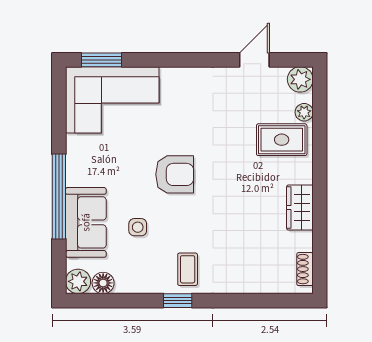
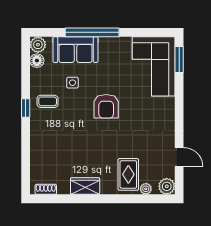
coffee table: (188, 269) -> (48, 101), moved

